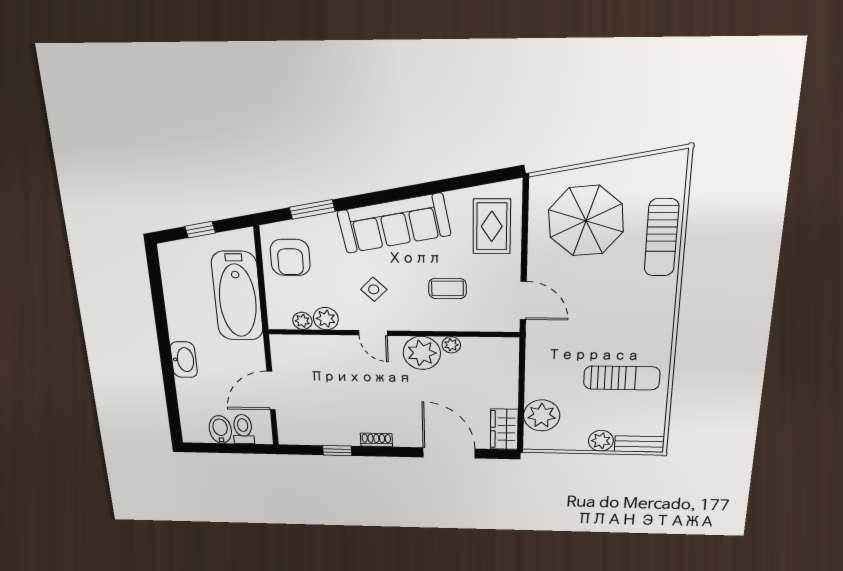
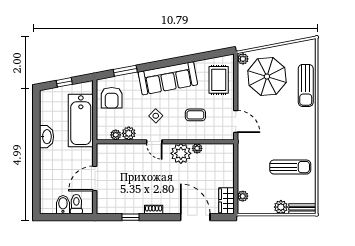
plant: (540, 188) -> (243, 59), added
washbasin: (184, 360) -> (47, 137), moved
plant: (542, 415) -> (243, 196), width x0.53, depth x0.53

